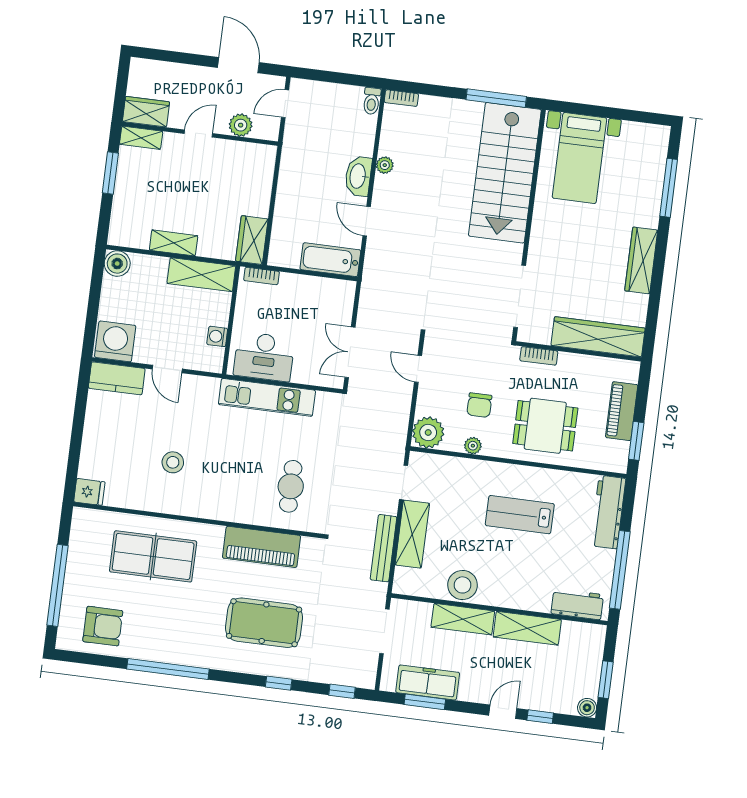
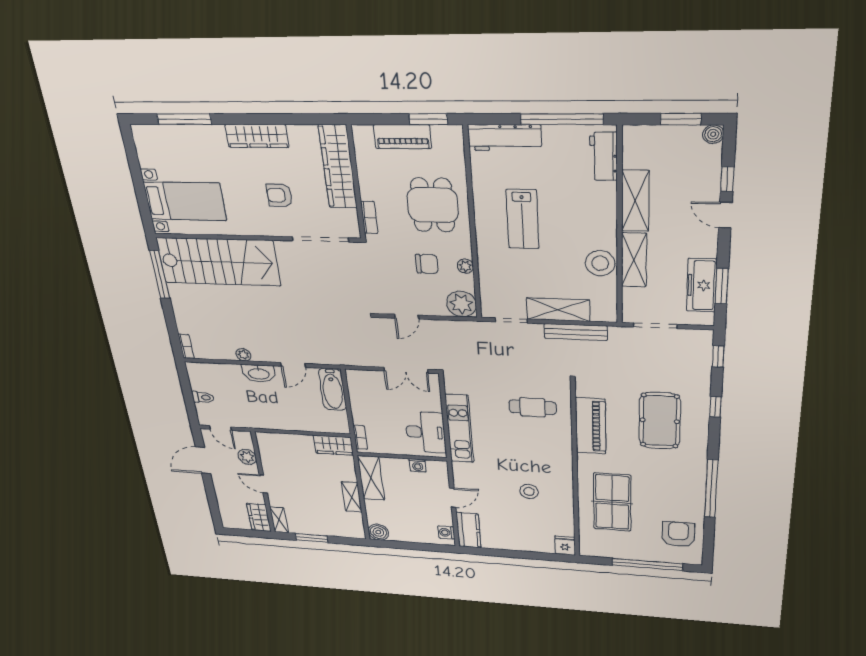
toilet: (372, 101) -> (203, 397), moved
armchair: (574, 266) -> (279, 195), added
washing machine: (115, 341) -> (446, 532), width x0.53, depth x0.53

